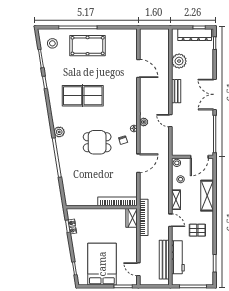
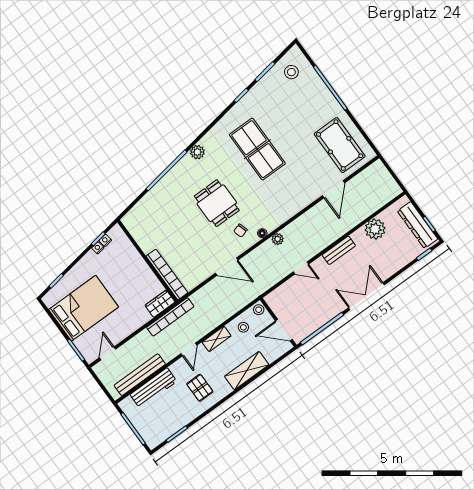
pool table: (88, 46) -> (340, 145), moved
door: (170, 121) -> (301, 268), swing flipped

